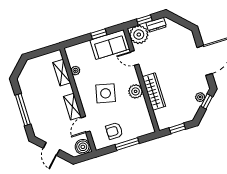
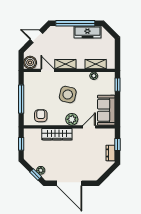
window: (99, 34) -> (118, 85), moved
plant: (139, 35) -> (107, 136), removed
plant: (136, 91) -> (72, 119), moved
freezer: (28, 93) -> (87, 32), added
window: (23, 110) -> (75, 23), width x1.46
armchair: (114, 131) -> (41, 116), moved
window: (127, 144) -> (21, 99), width x1.44

